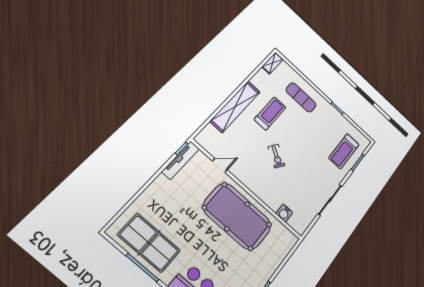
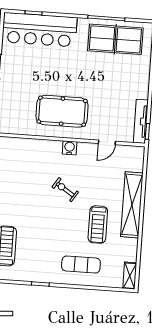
water cooler: (284, 213) -> (70, 148), moved
pool table: (237, 216) -> (62, 111), width x0.73, depth x0.76

